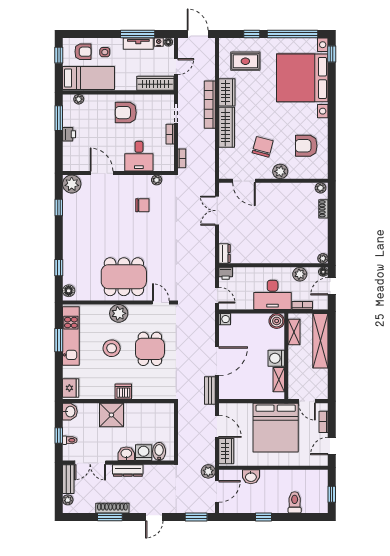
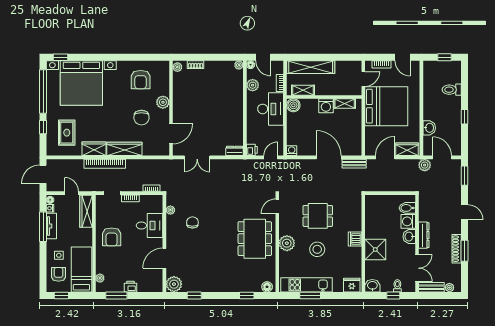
chair: (263, 147) -> (141, 118), turned -105

